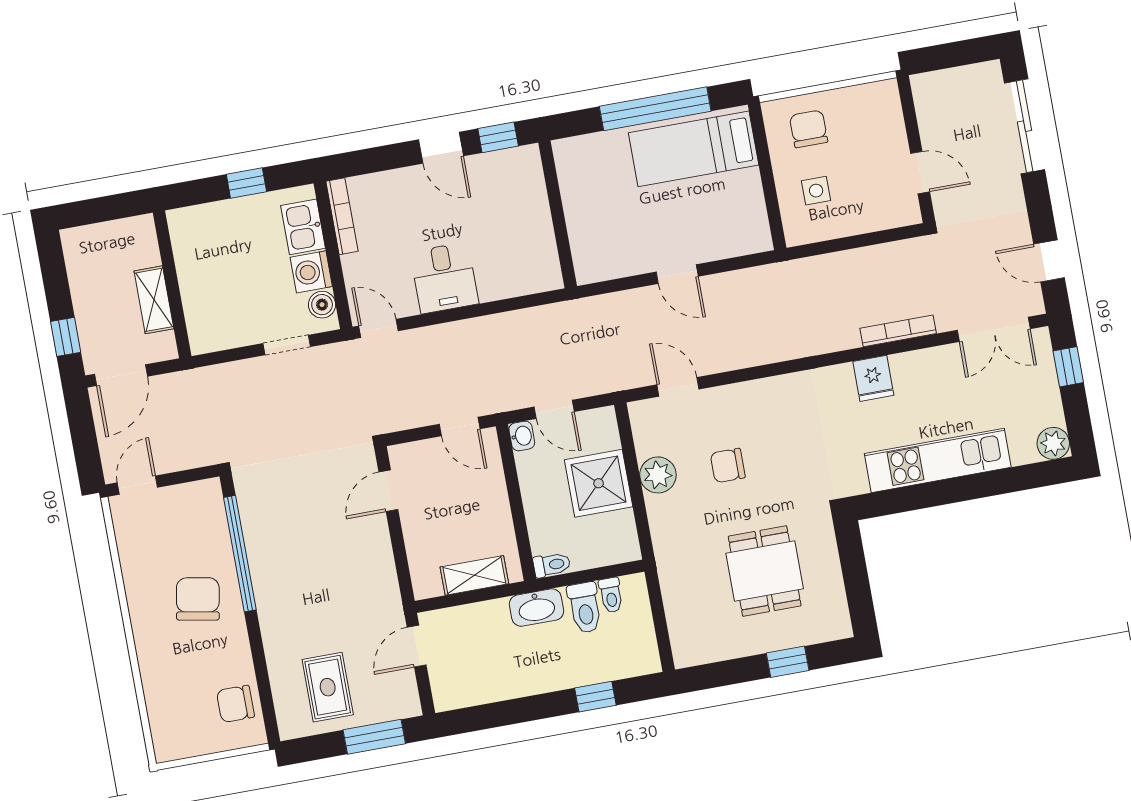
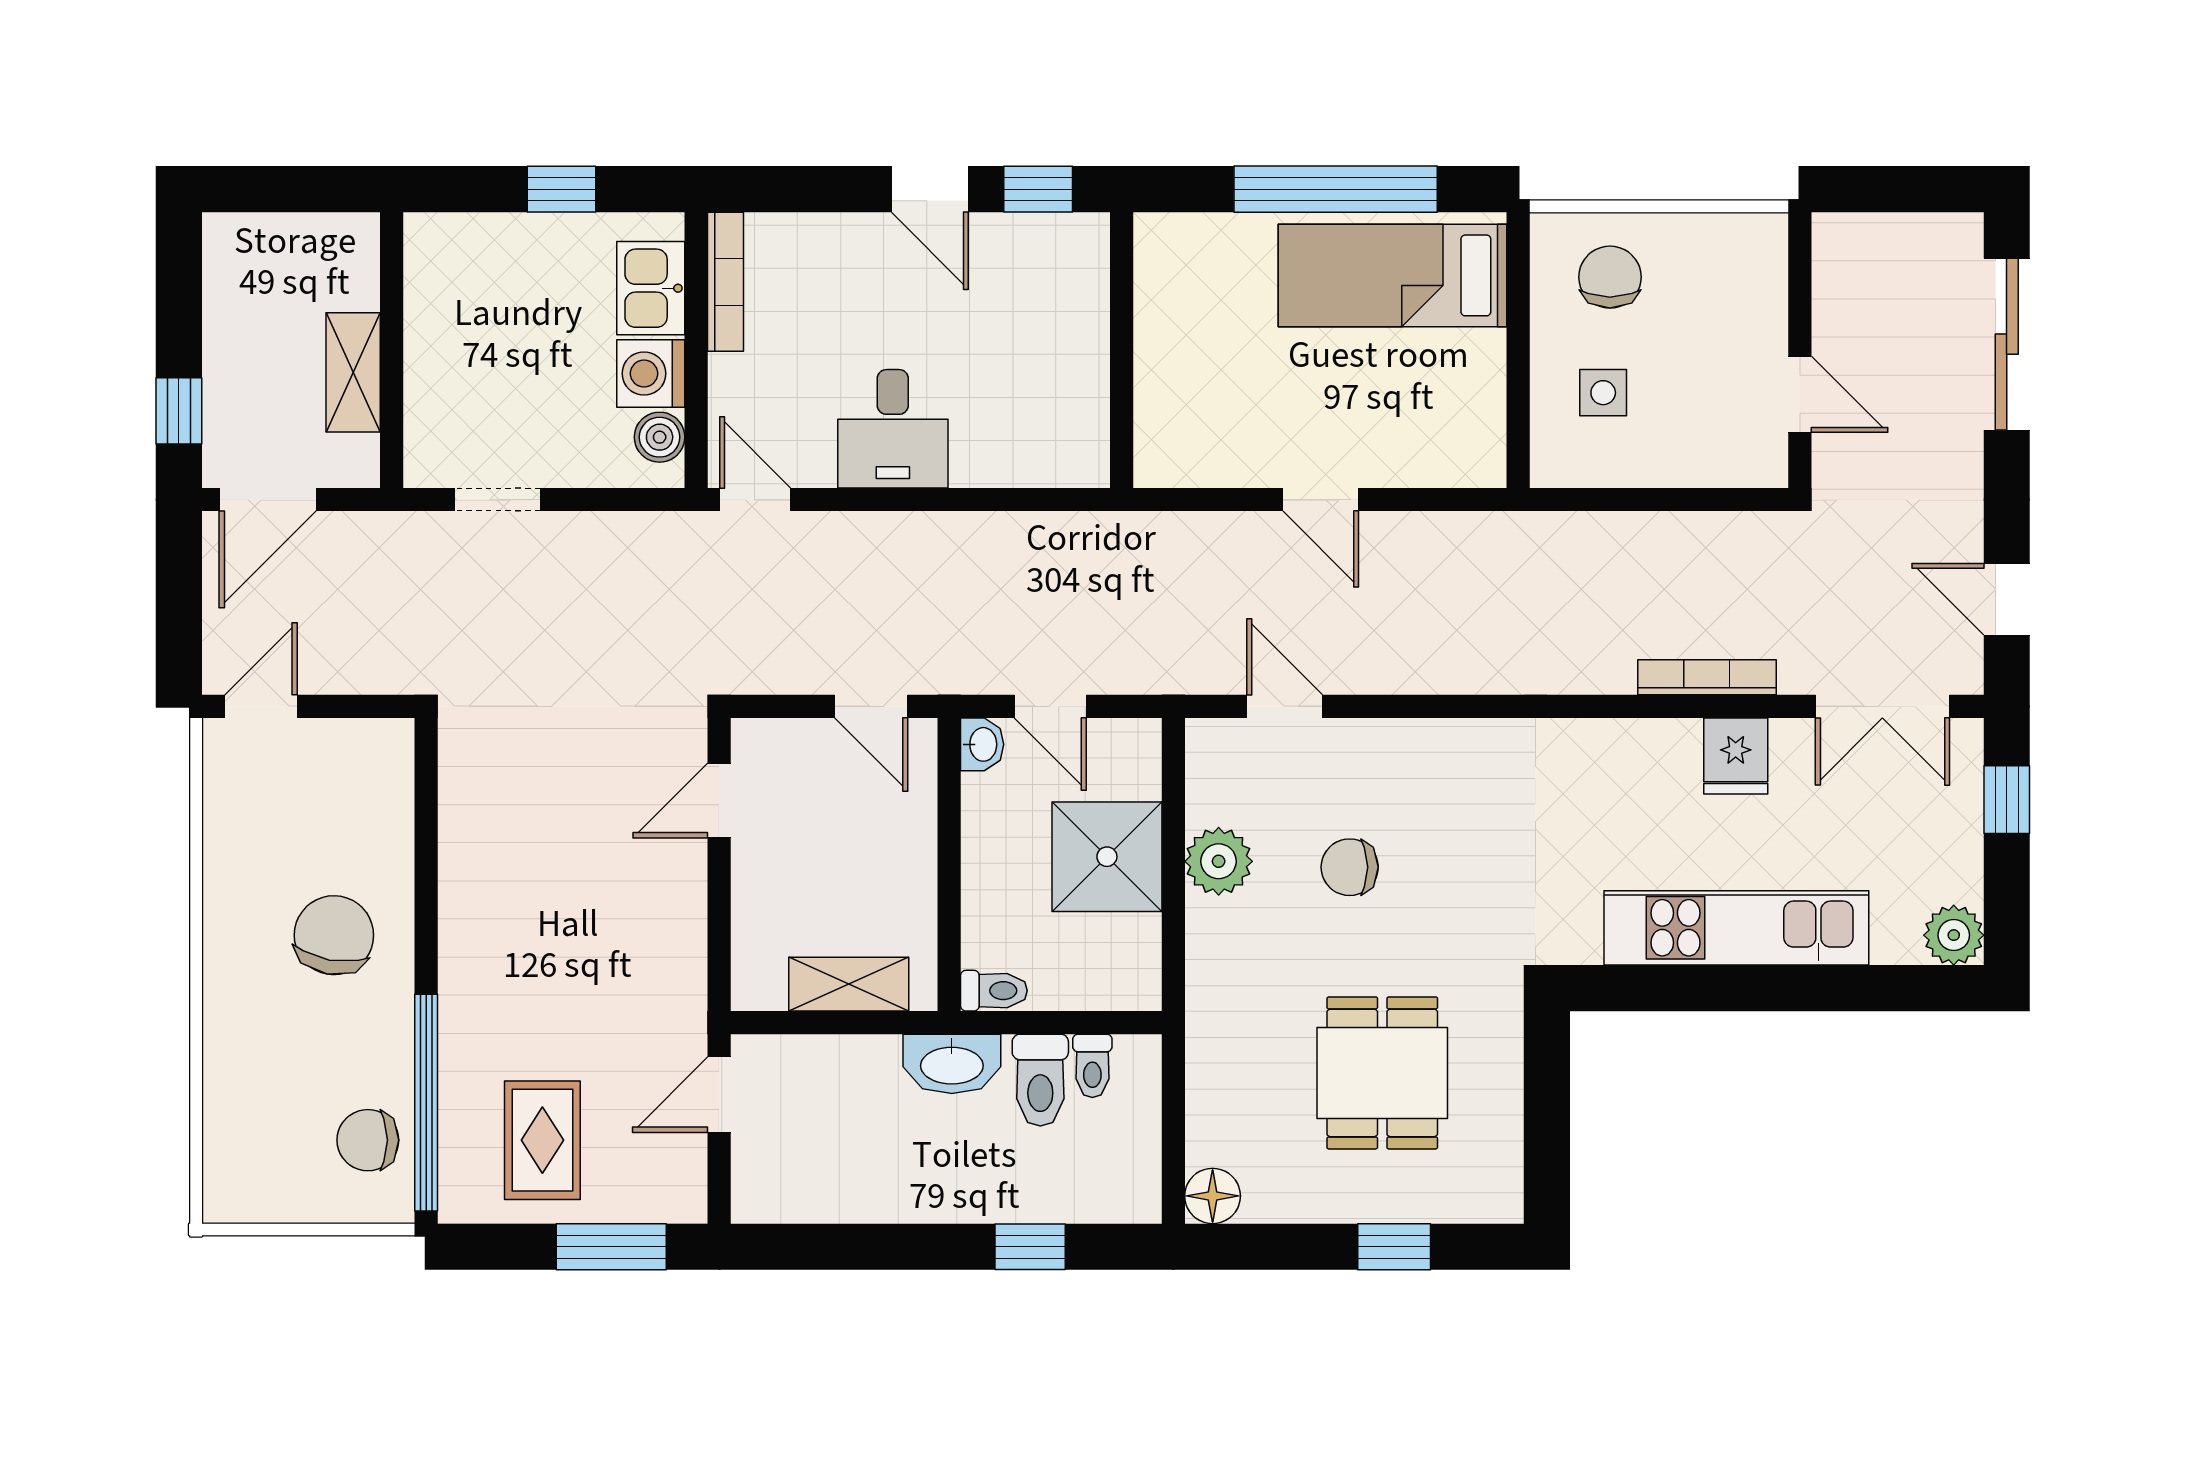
doorway: (287, 345) -> (497, 500), moved
fridge: (873, 378) -> (1736, 756), moved
window: (240, 554) -> (426, 1103), moved
floor lamp: (687, 652) -> (1213, 1196), added

